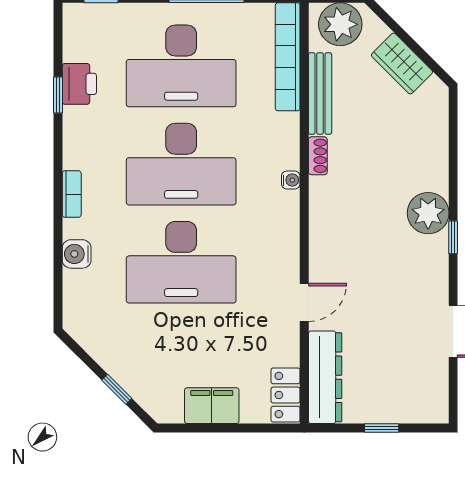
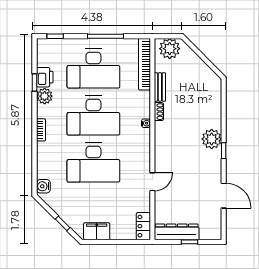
wardrobe: (402, 63) -> (199, 67), removed
bench: (320, 93) -> (160, 87), width x0.73
plant: (79, 123) -> (45, 96), added
water cooler: (77, 254) -> (43, 186), moved
dresser: (325, 377) -> (177, 232), moved, turned -90
filing cabinet: (212, 406) -> (97, 231), moved

